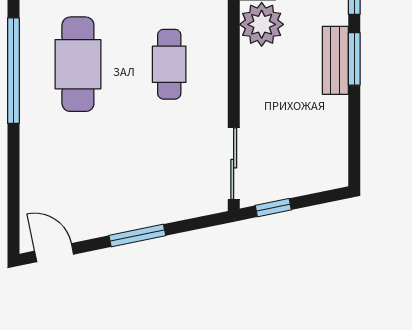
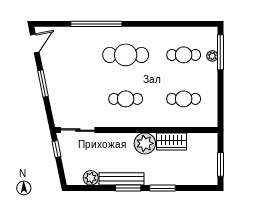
bench: (335, 60) -> (122, 179), width x1.36
window: (13, 71) -> (96, 24), moved
plant: (333, 137) -> (91, 178), added

